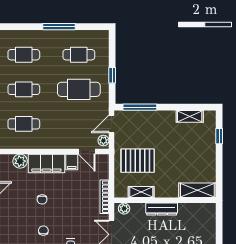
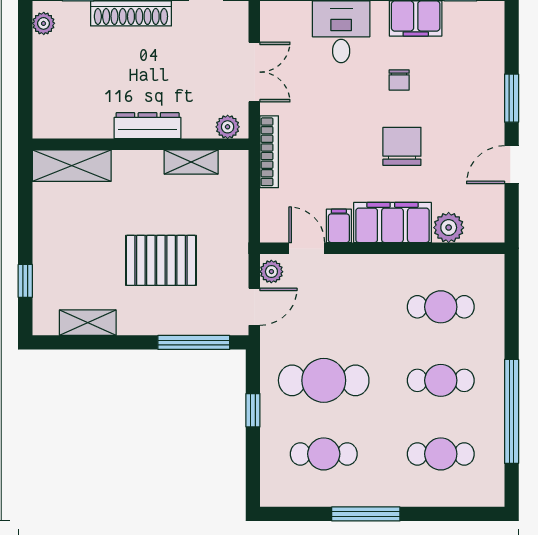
pallet: (138, 161) -> (161, 260), moved
chair: (42, 199) -> (402, 146), width x1.87, depth x1.87

